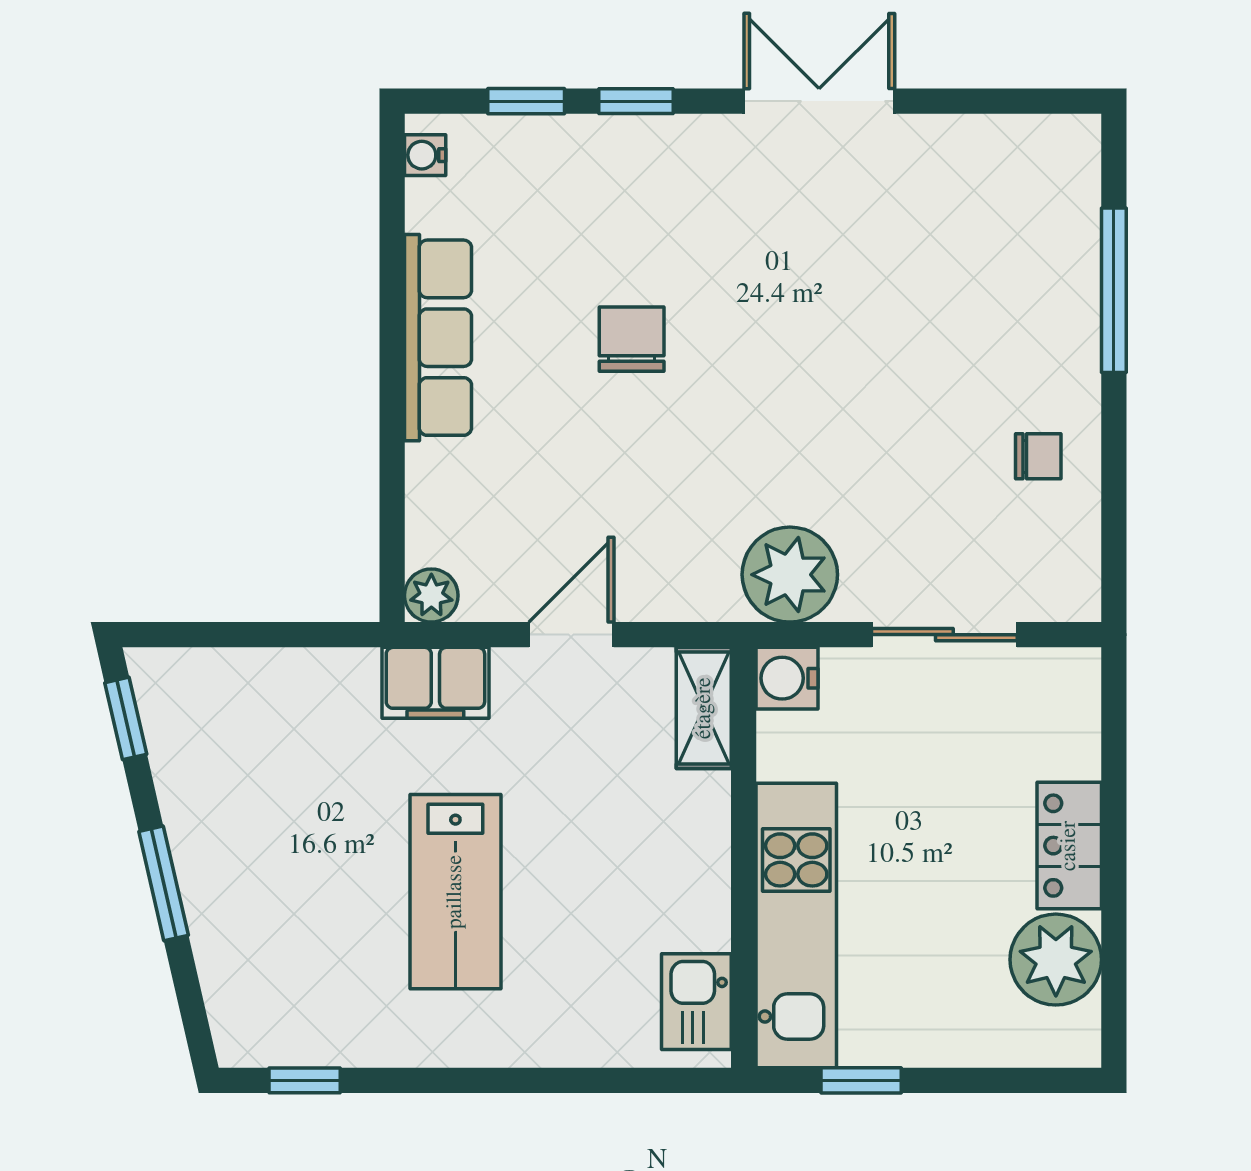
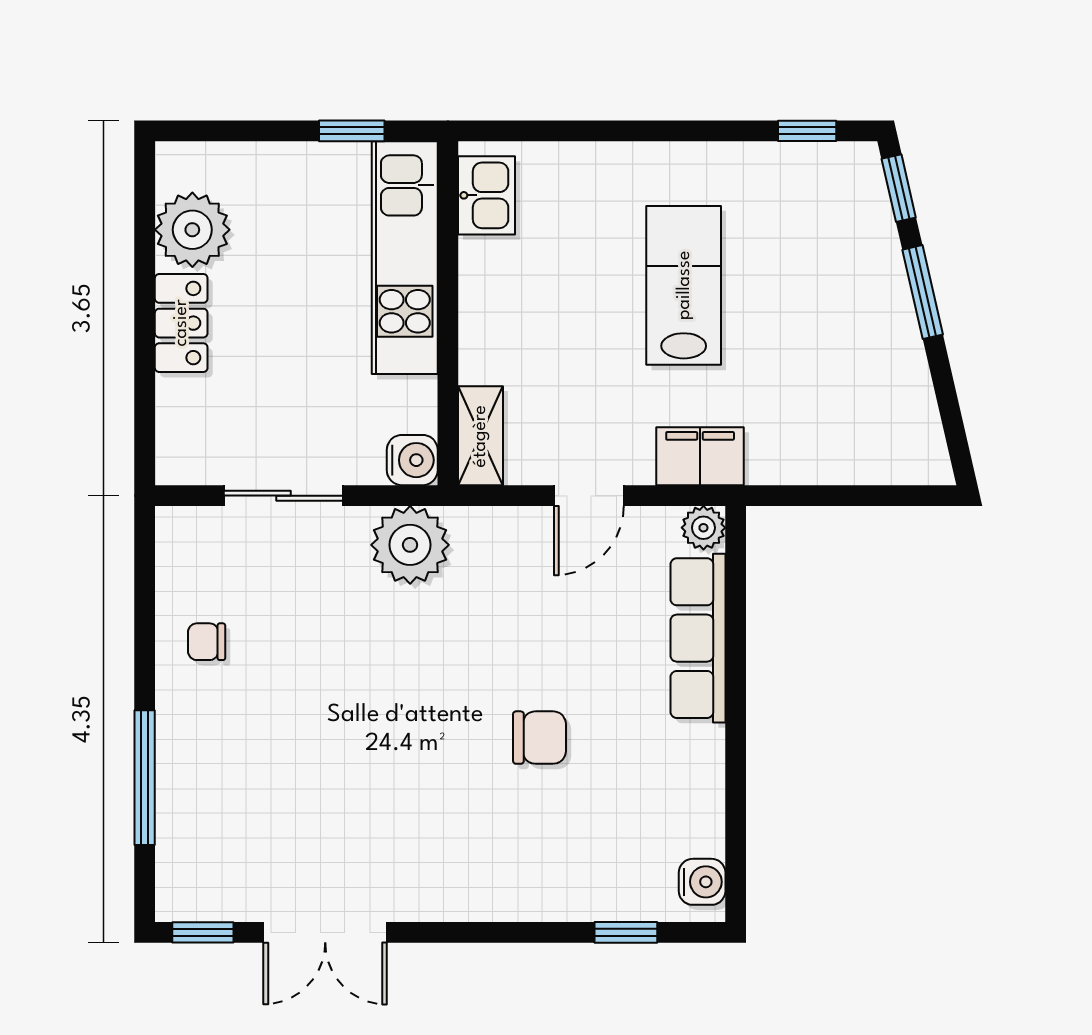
window: (636, 101) -> (203, 932), moved
double door: (819, 101) -> (325, 932), moved
water cooler: (425, 155) -> (702, 882), width x1.38, depth x1.38
row of seats: (438, 338) -> (698, 638), moved
chair: (632, 339) -> (540, 738), turned -90
window: (126, 718) -> (899, 188), moved

